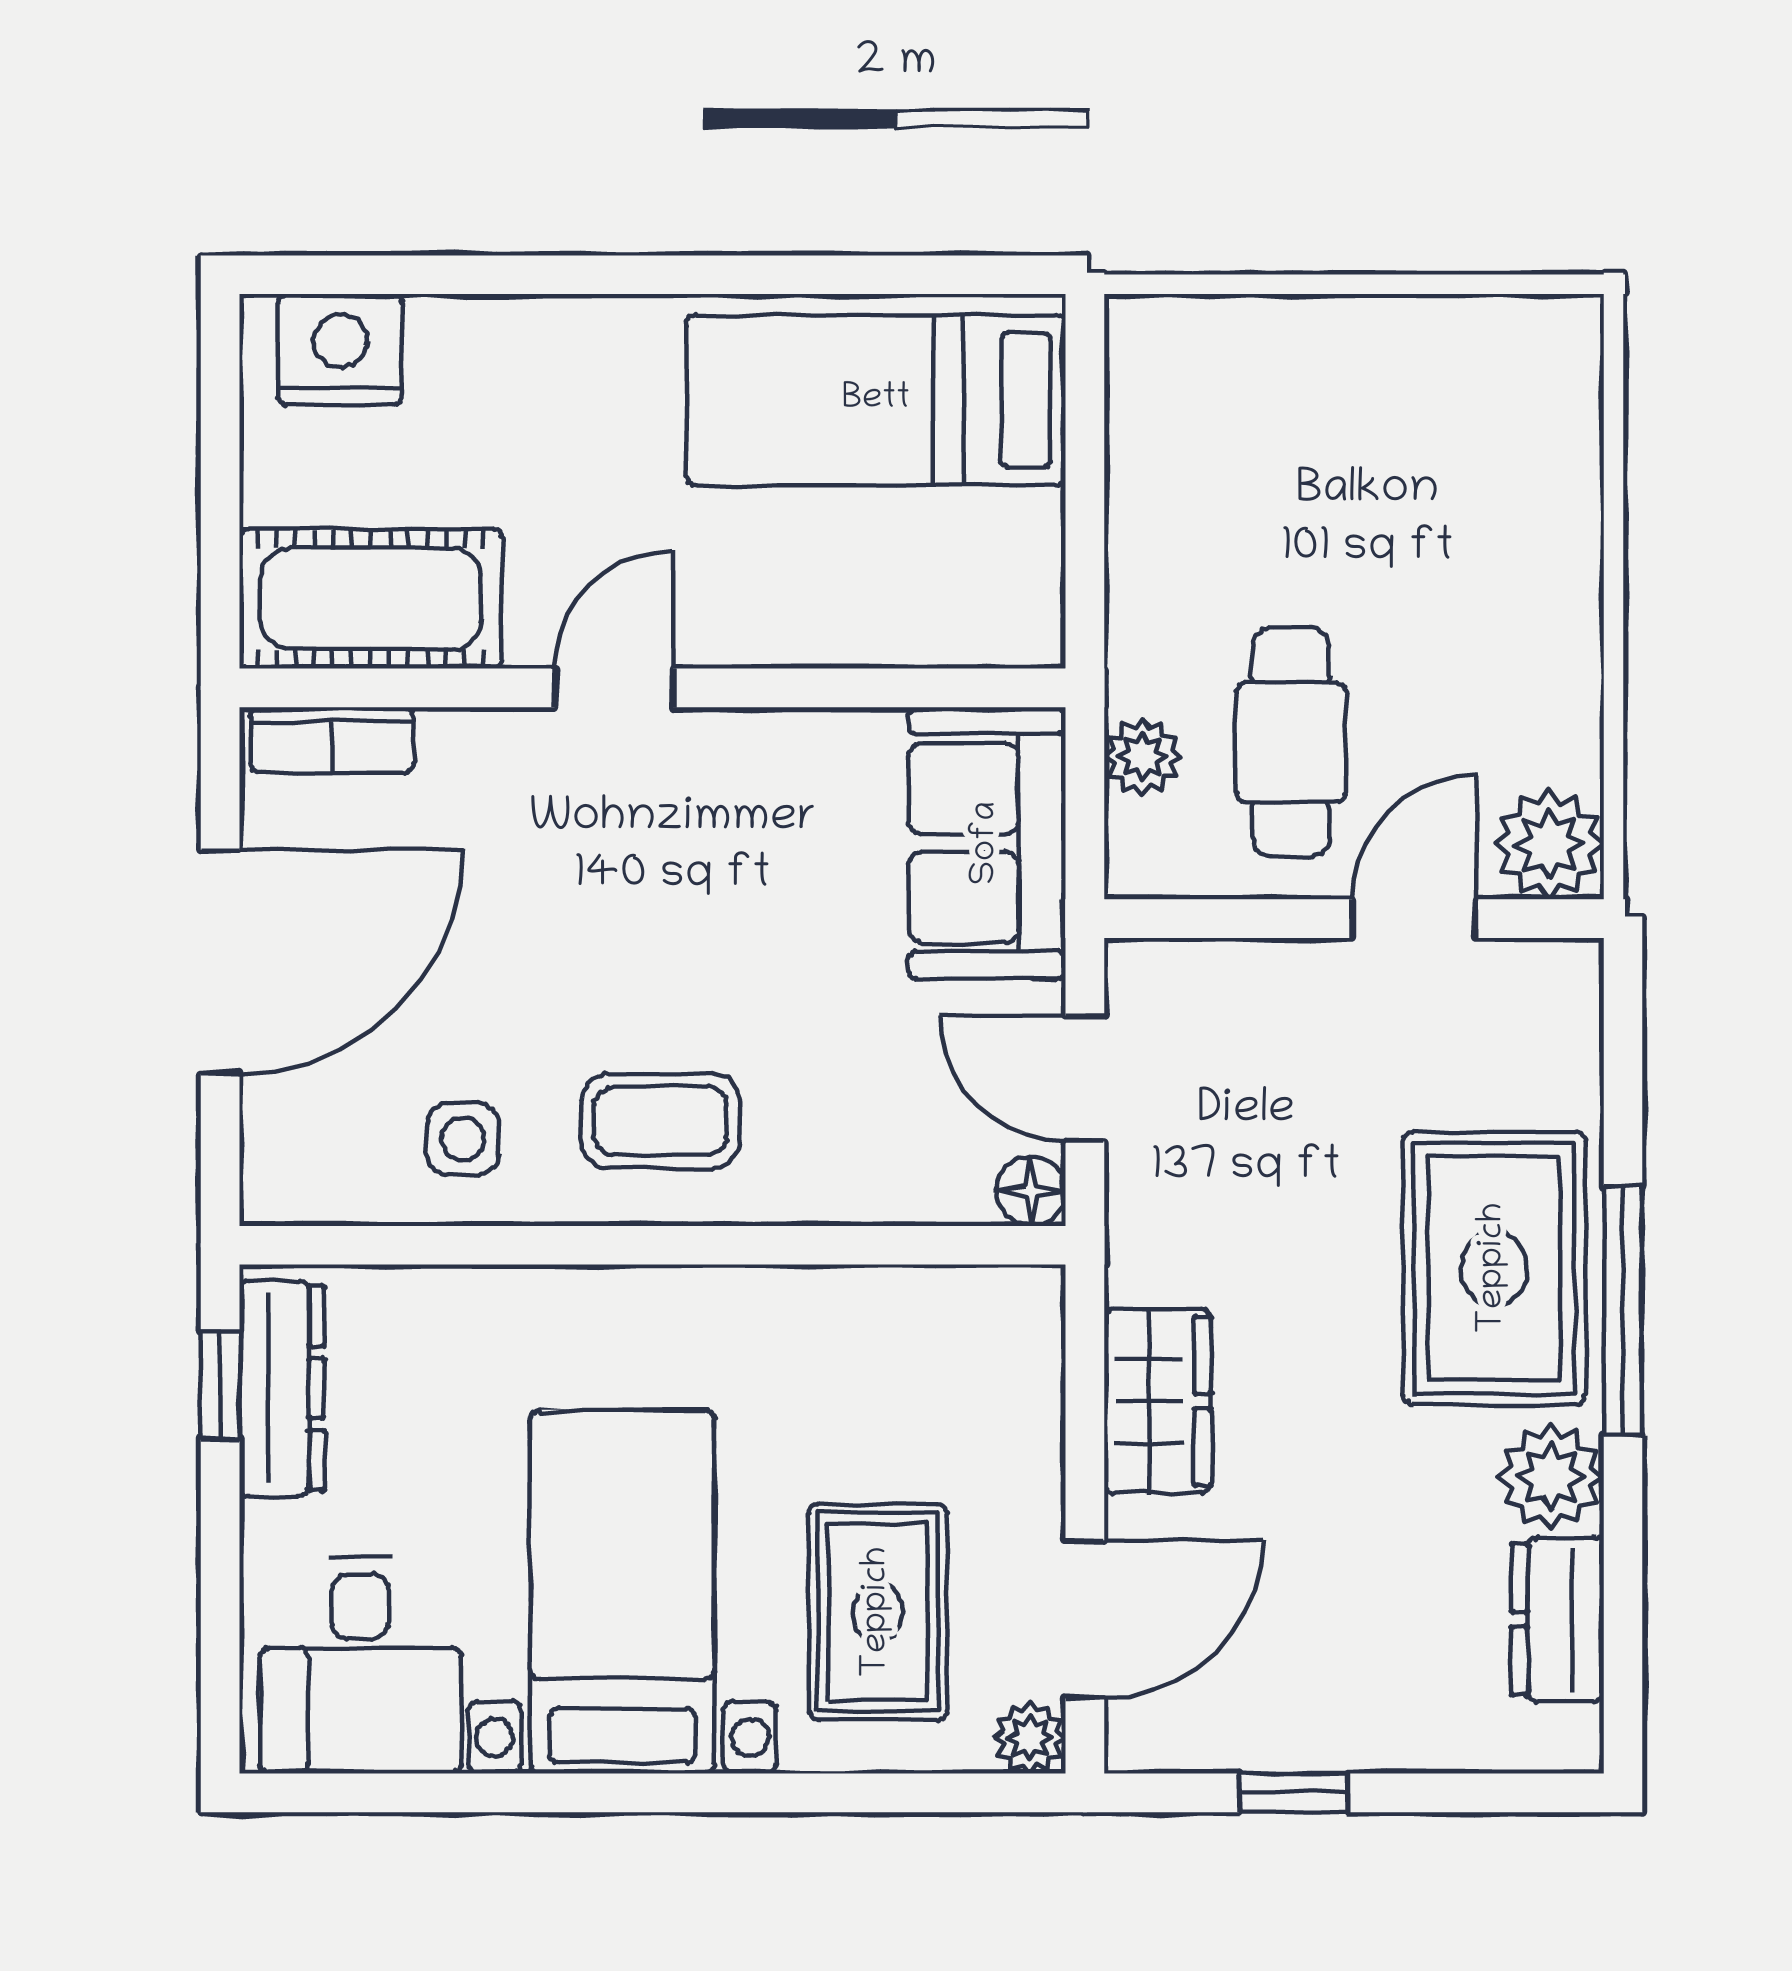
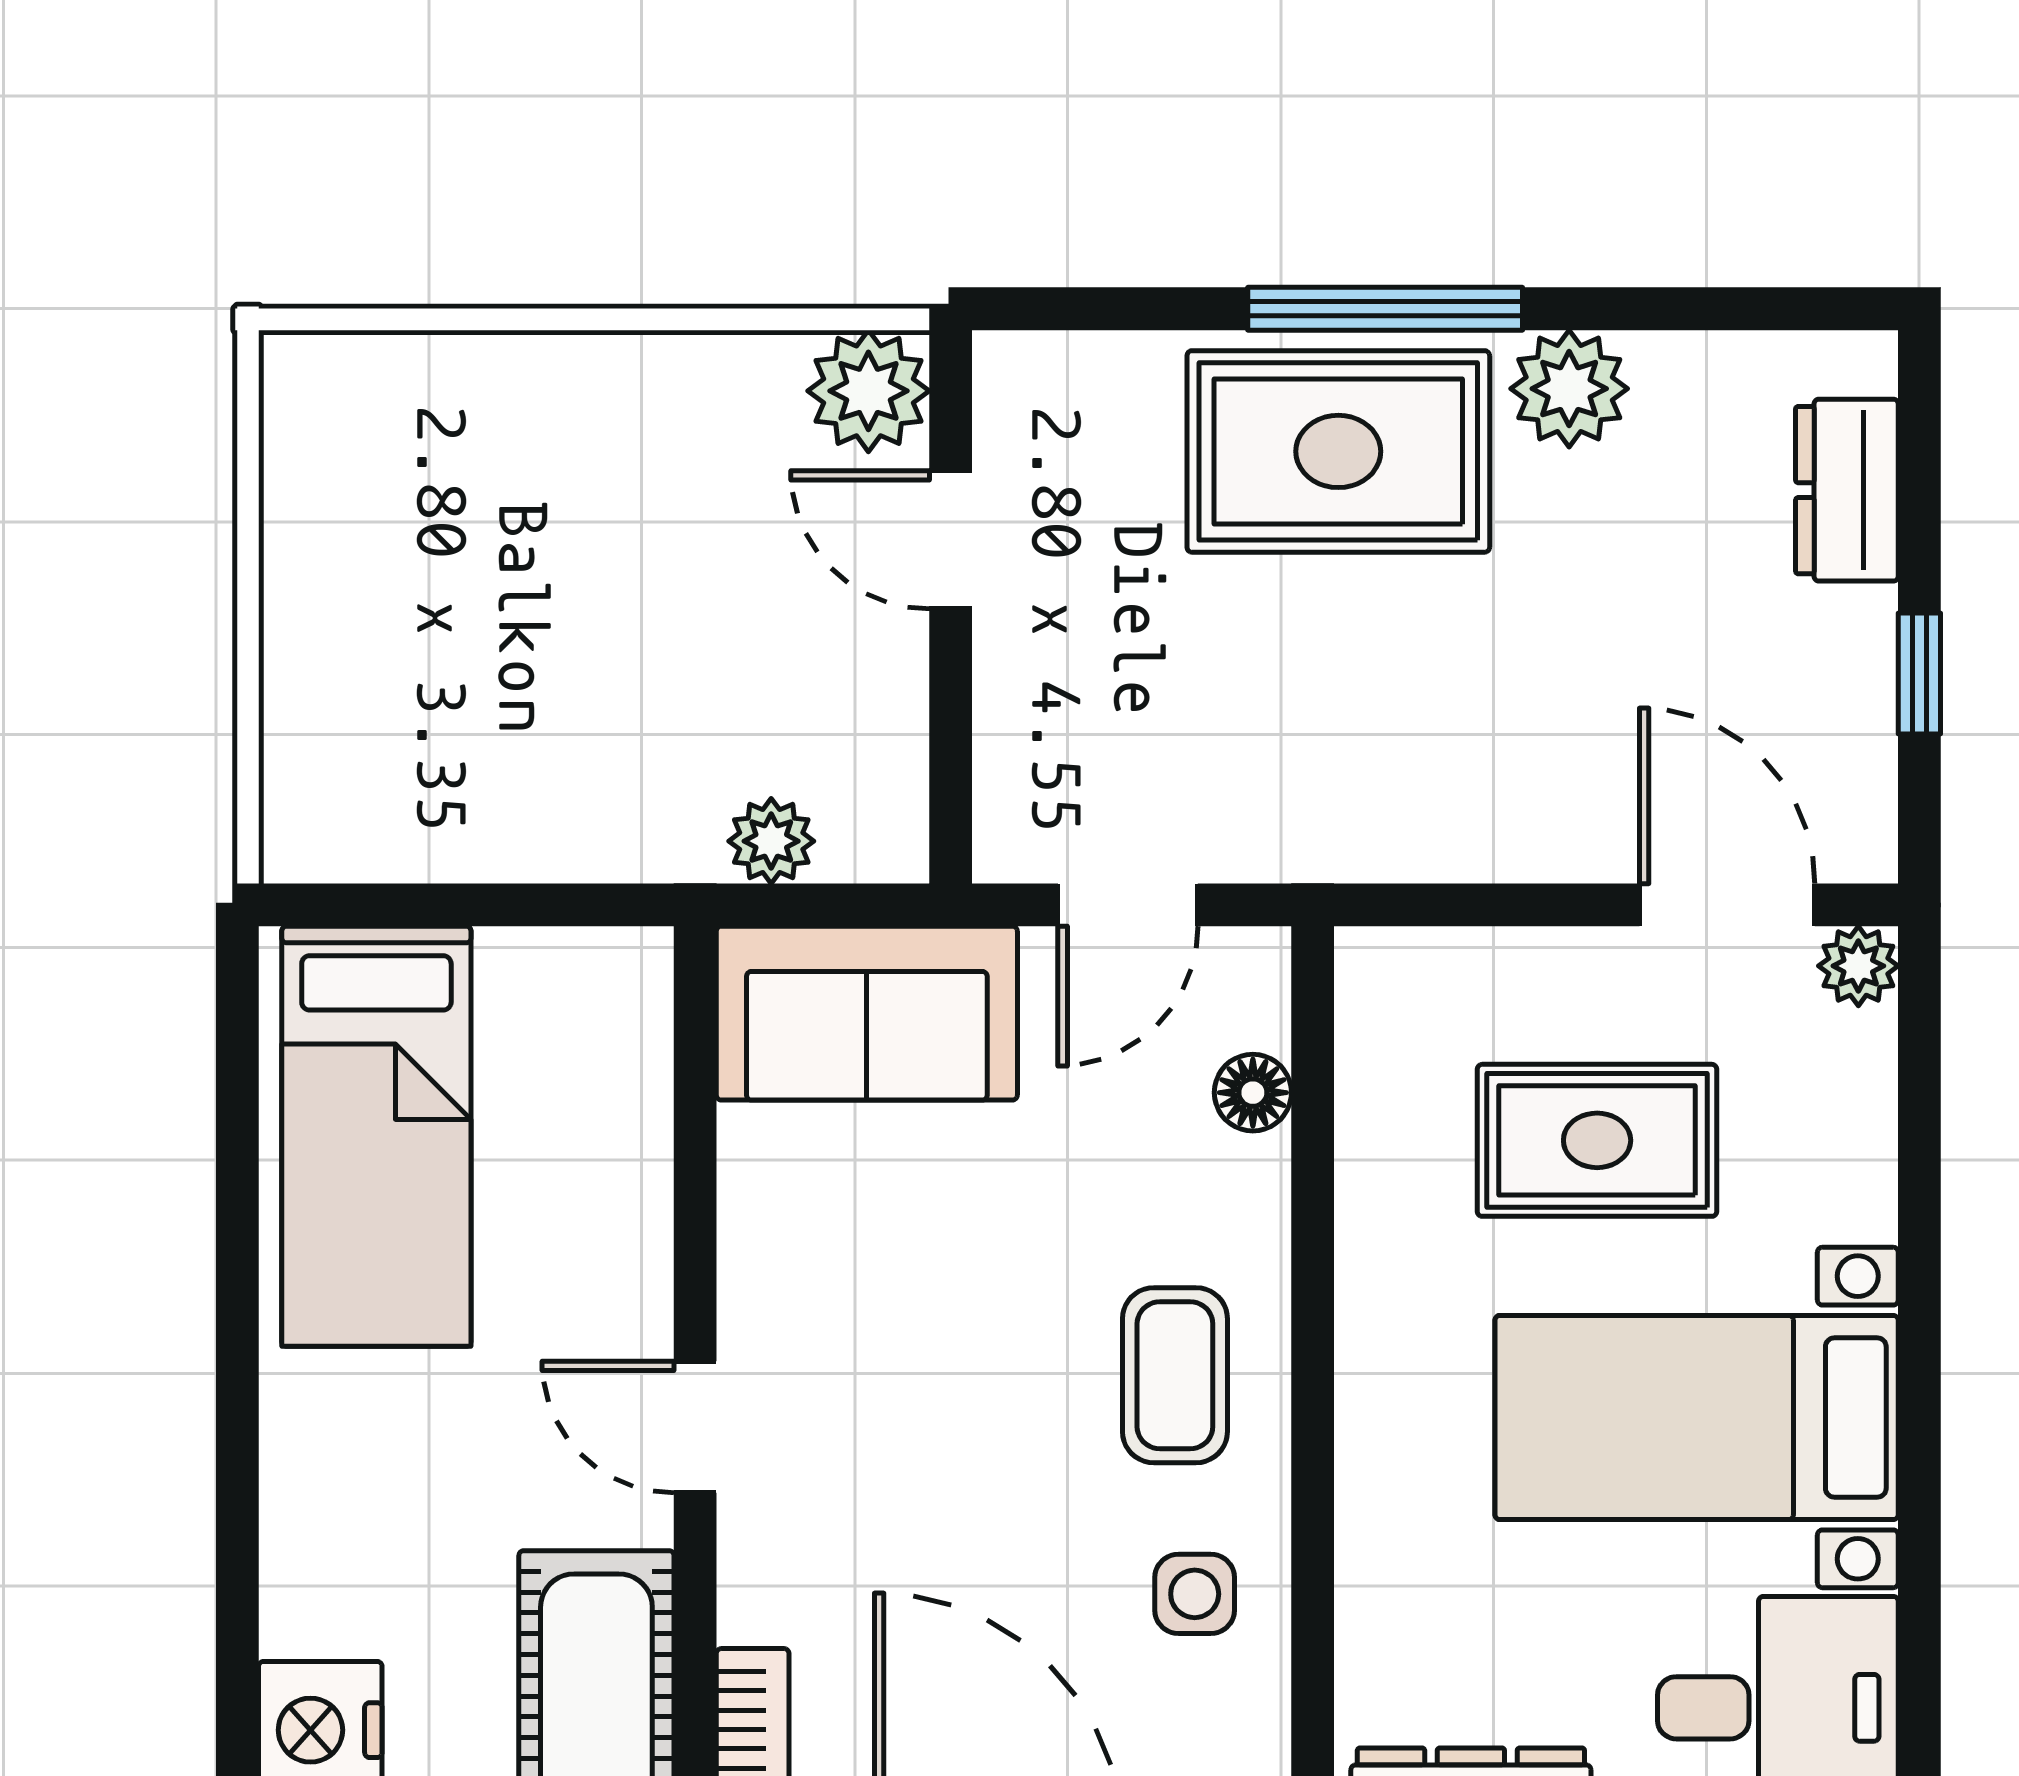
cafe table: (1291, 742) -> (755, 677), removed
floor lamp: (1031, 1191) -> (1253, 1093), moved
wardrobe: (1158, 1401) -> (1485, 824), removed
rug: (878, 1612) -> (1597, 1140), moved
dresser: (1558, 1620) -> (1847, 490), moved, turned 90

